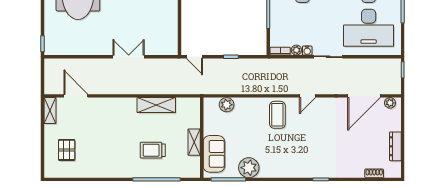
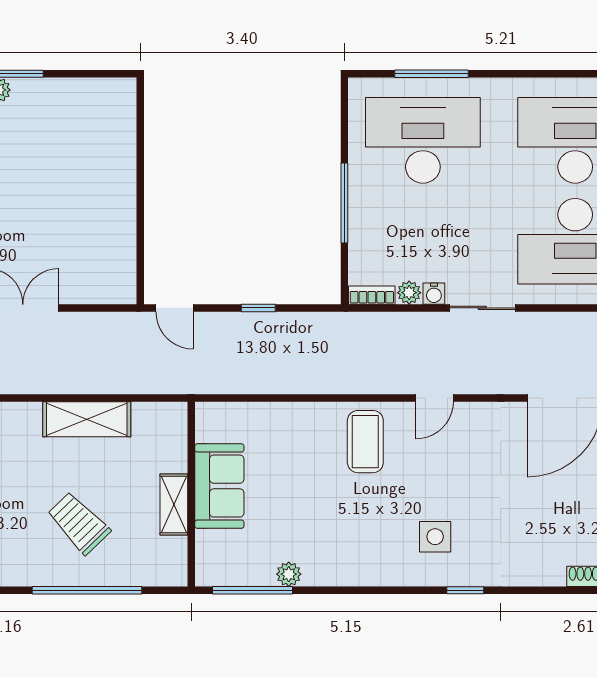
plant: (227, 105) -> (248, 418), removed
trolley: (153, 150) -> (79, 523), turned 46
sofa: (214, 154) -> (219, 486), moved
side table: (308, 156) -> (435, 537), added
plant: (249, 168) -> (289, 574), width x0.53, depth x0.53

